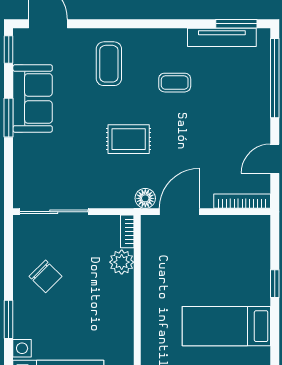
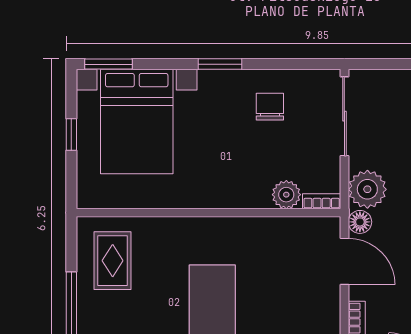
plant: (117, 192) -> (367, 189), added
chair: (46, 276) -> (270, 107), turned 135

